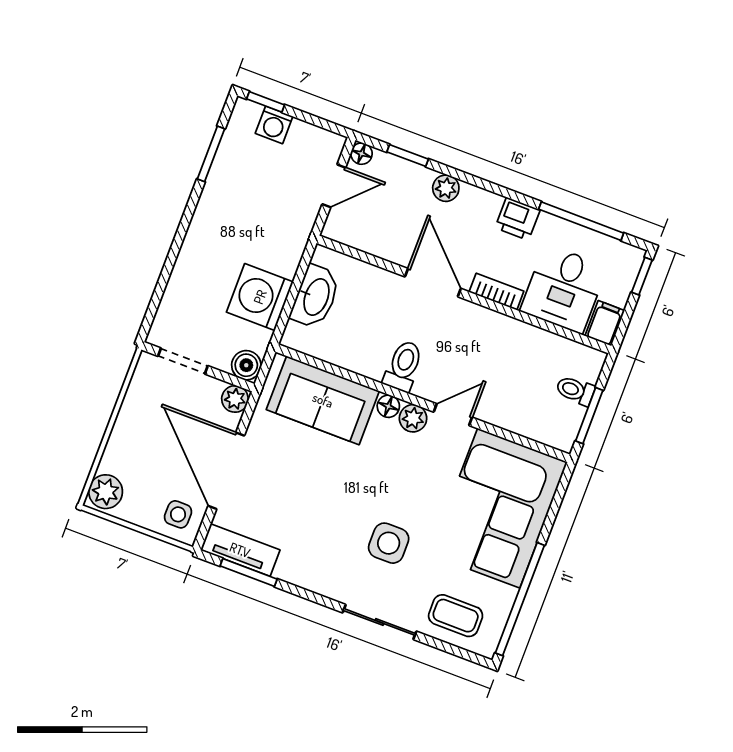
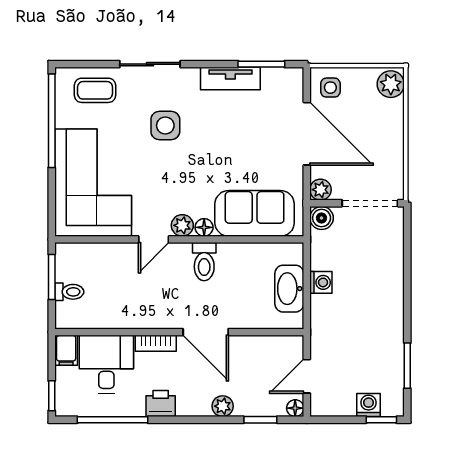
washing machine: (260, 297) -> (321, 282), width x0.53, depth x0.53
doorway: (183, 361) -> (370, 203), width x1.38
tv unit: (240, 550) -> (230, 79), moved

